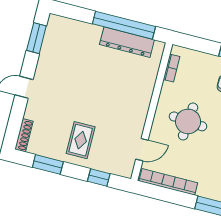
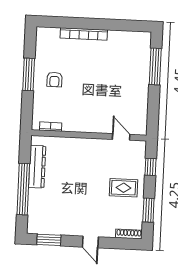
window: (124, 25) -> (23, 189), moved
round table: (188, 121) -> (91, 105), removed
bookcase: (168, 182) -> (143, 110), removed

